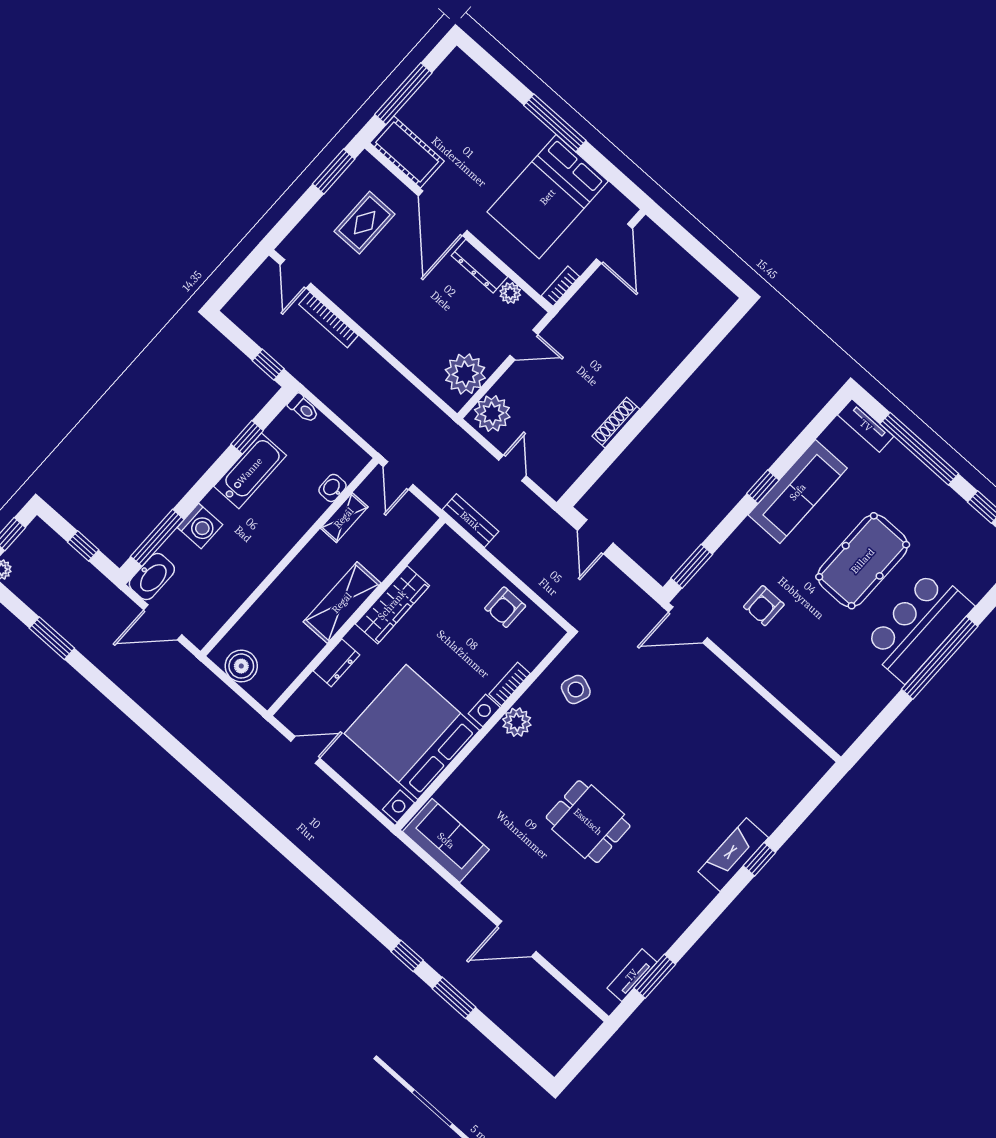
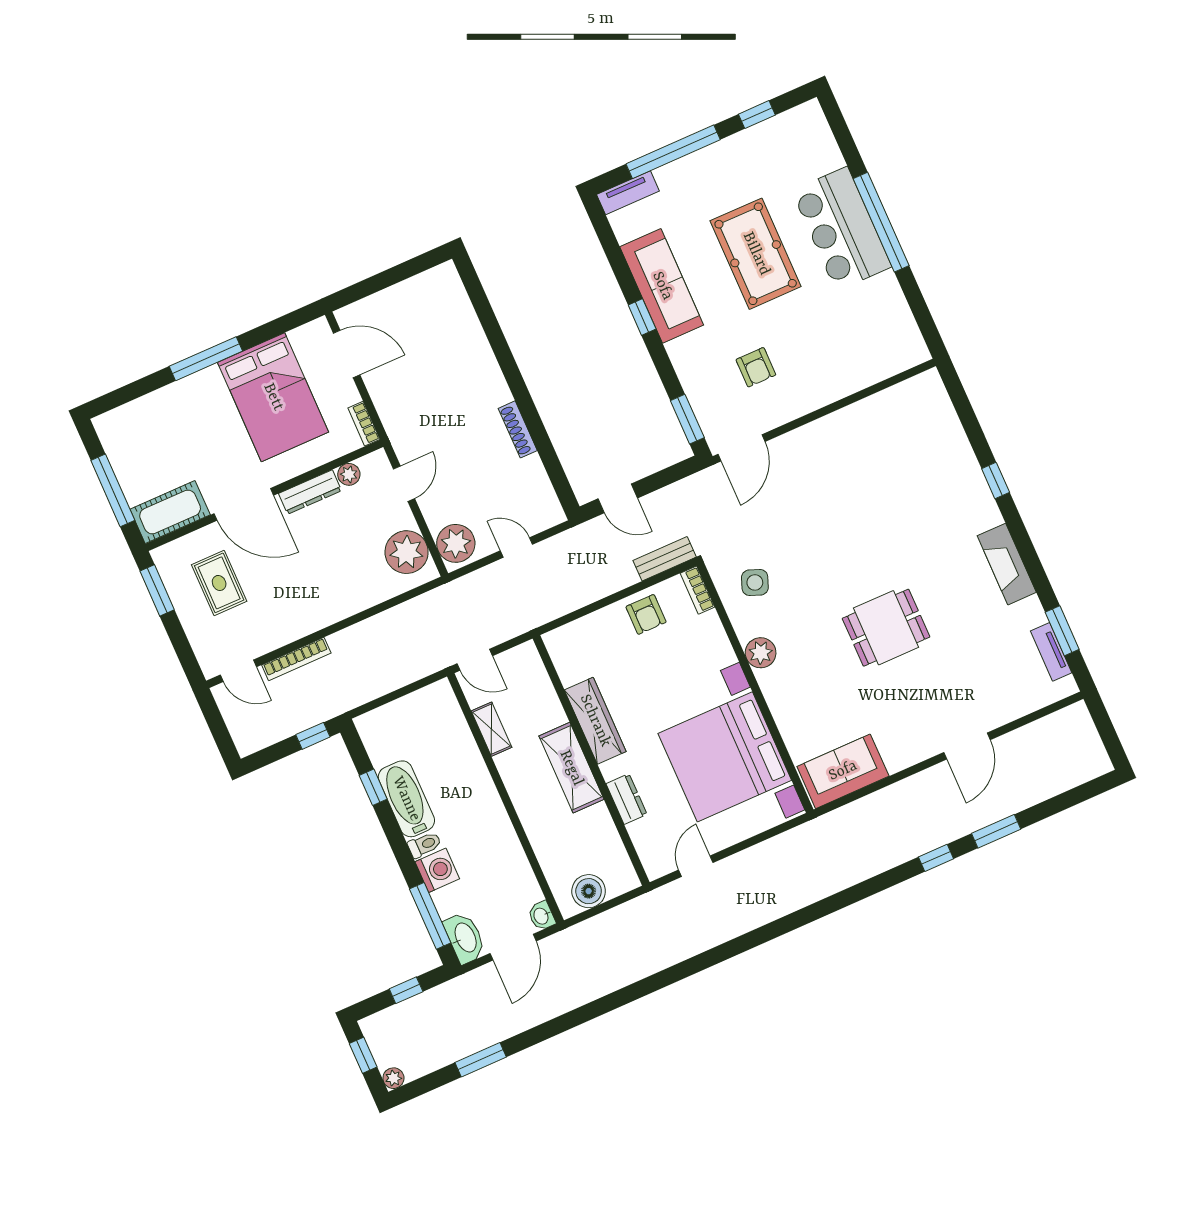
toilet: (303, 408) -> (424, 845), moved
washbasin: (333, 488) -> (542, 916), moved
bench: (470, 521) -> (665, 559), moved
bookcase: (510, 684) -> (698, 590), moved
fireplace: (733, 855) -> (1007, 564), moved

